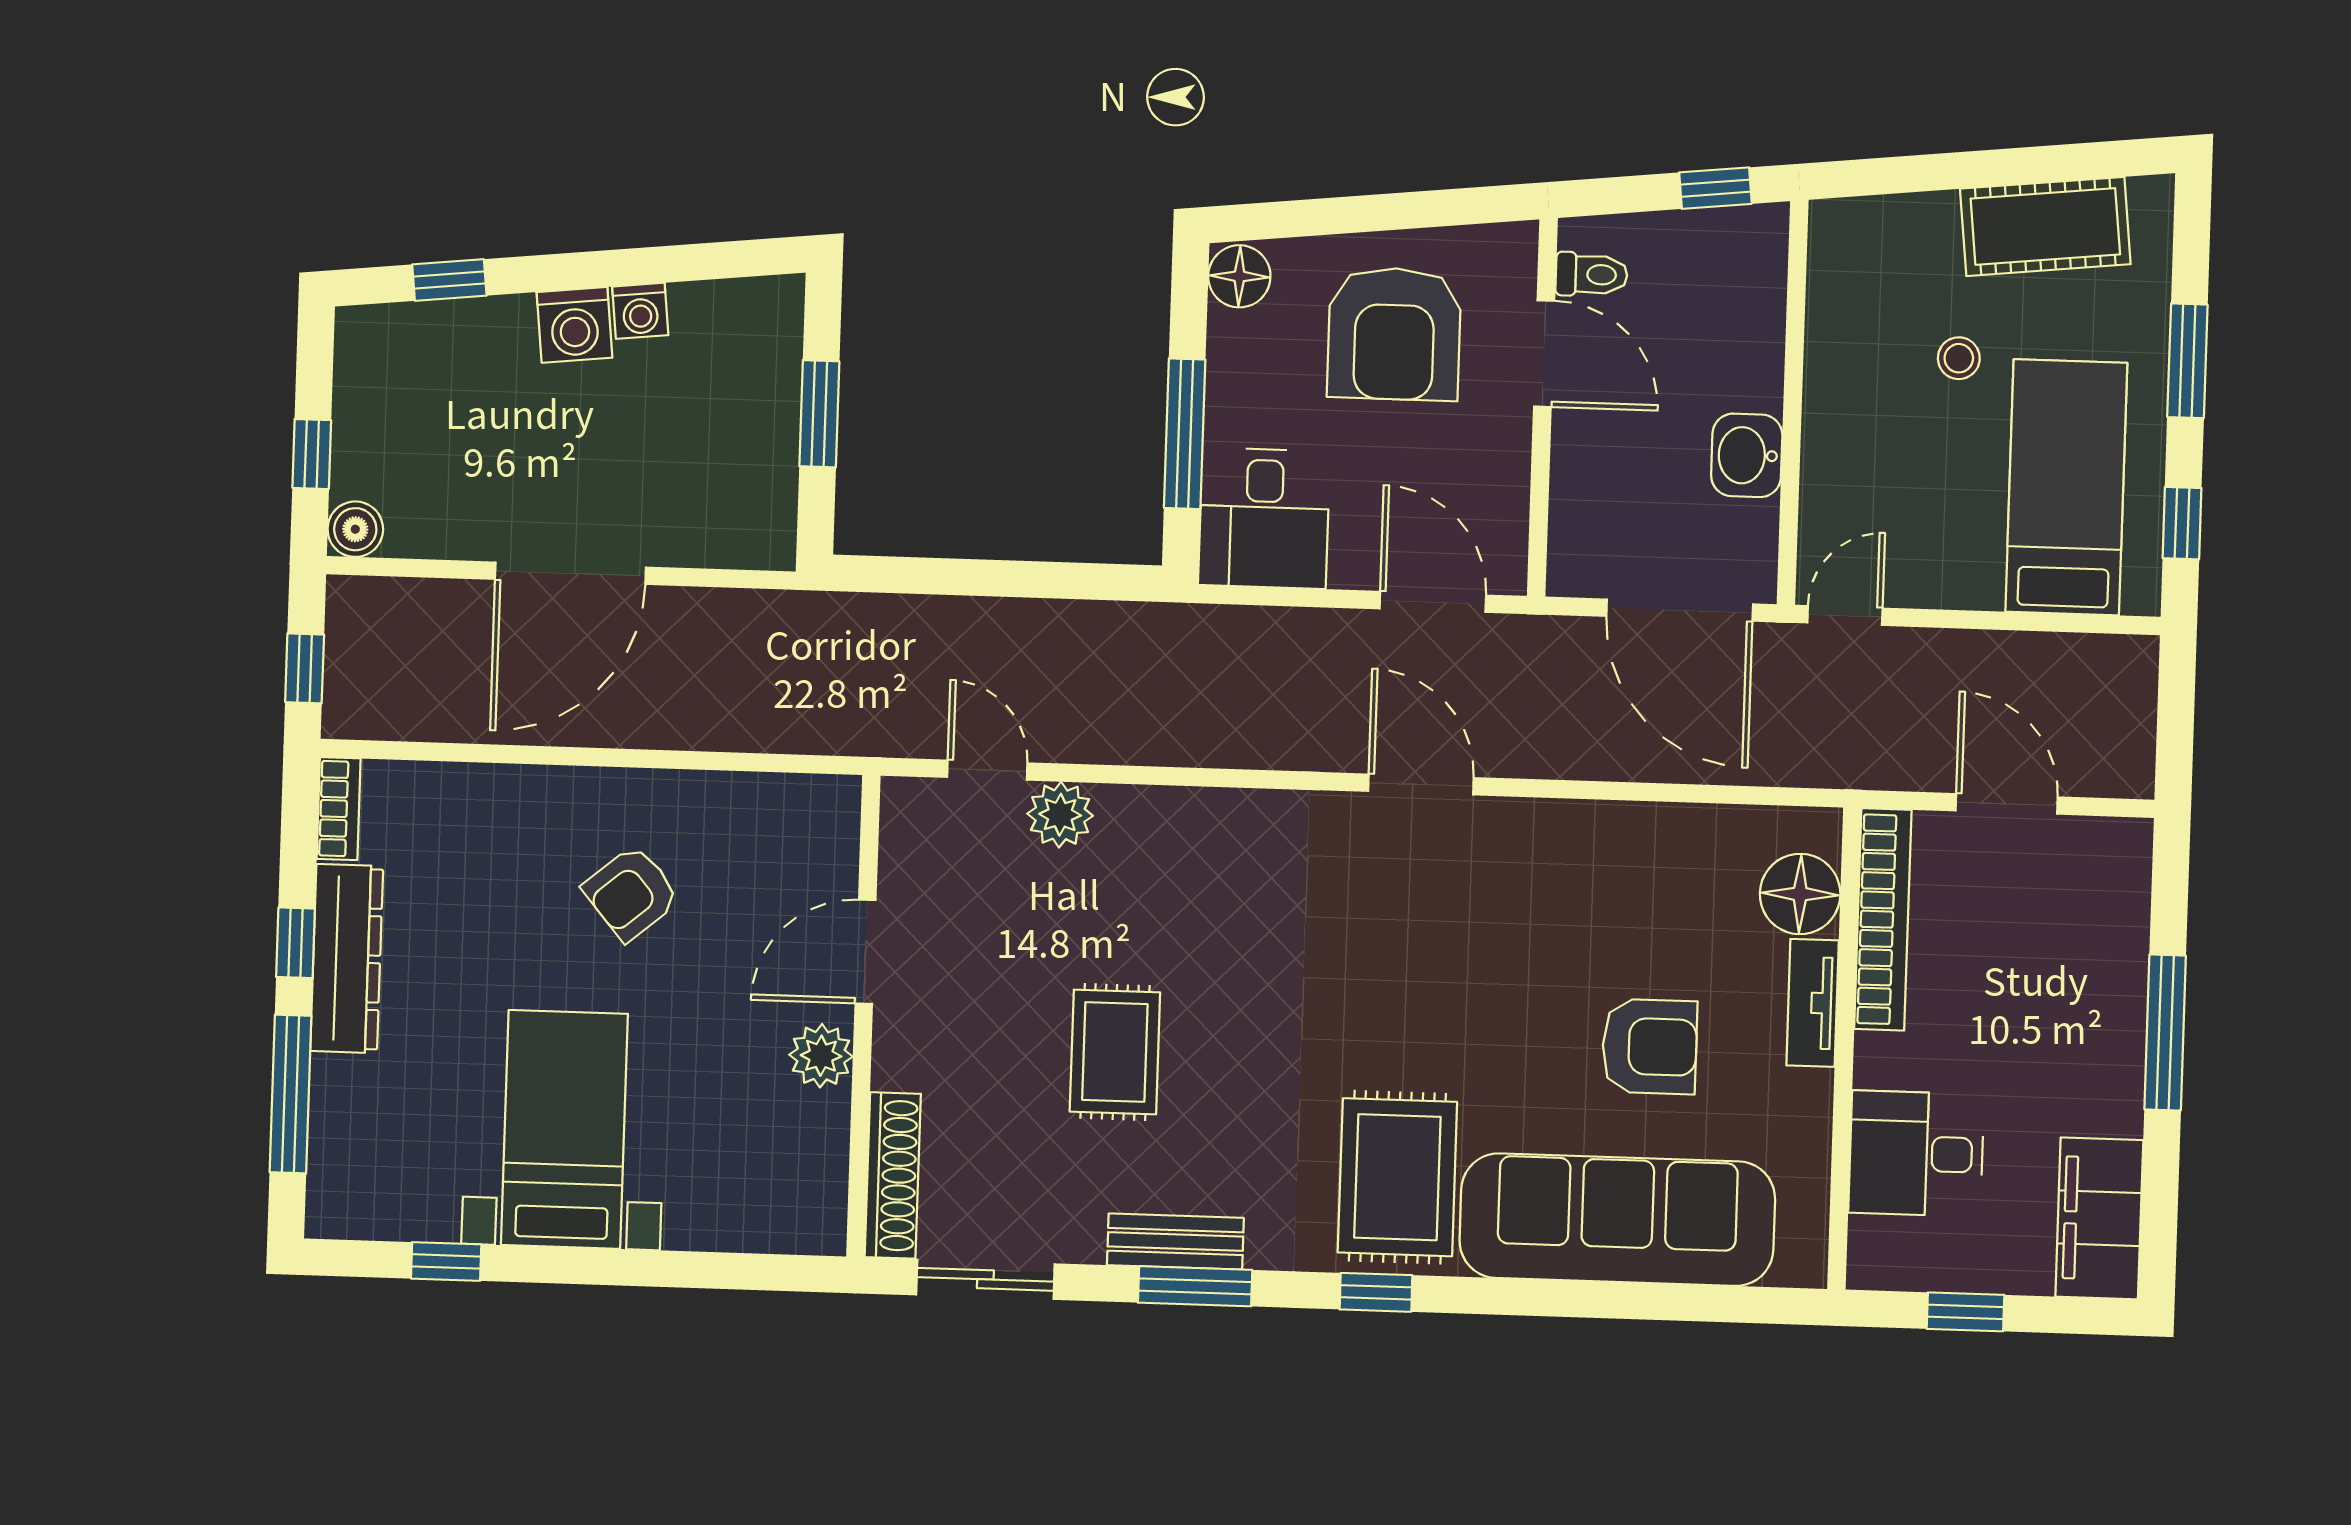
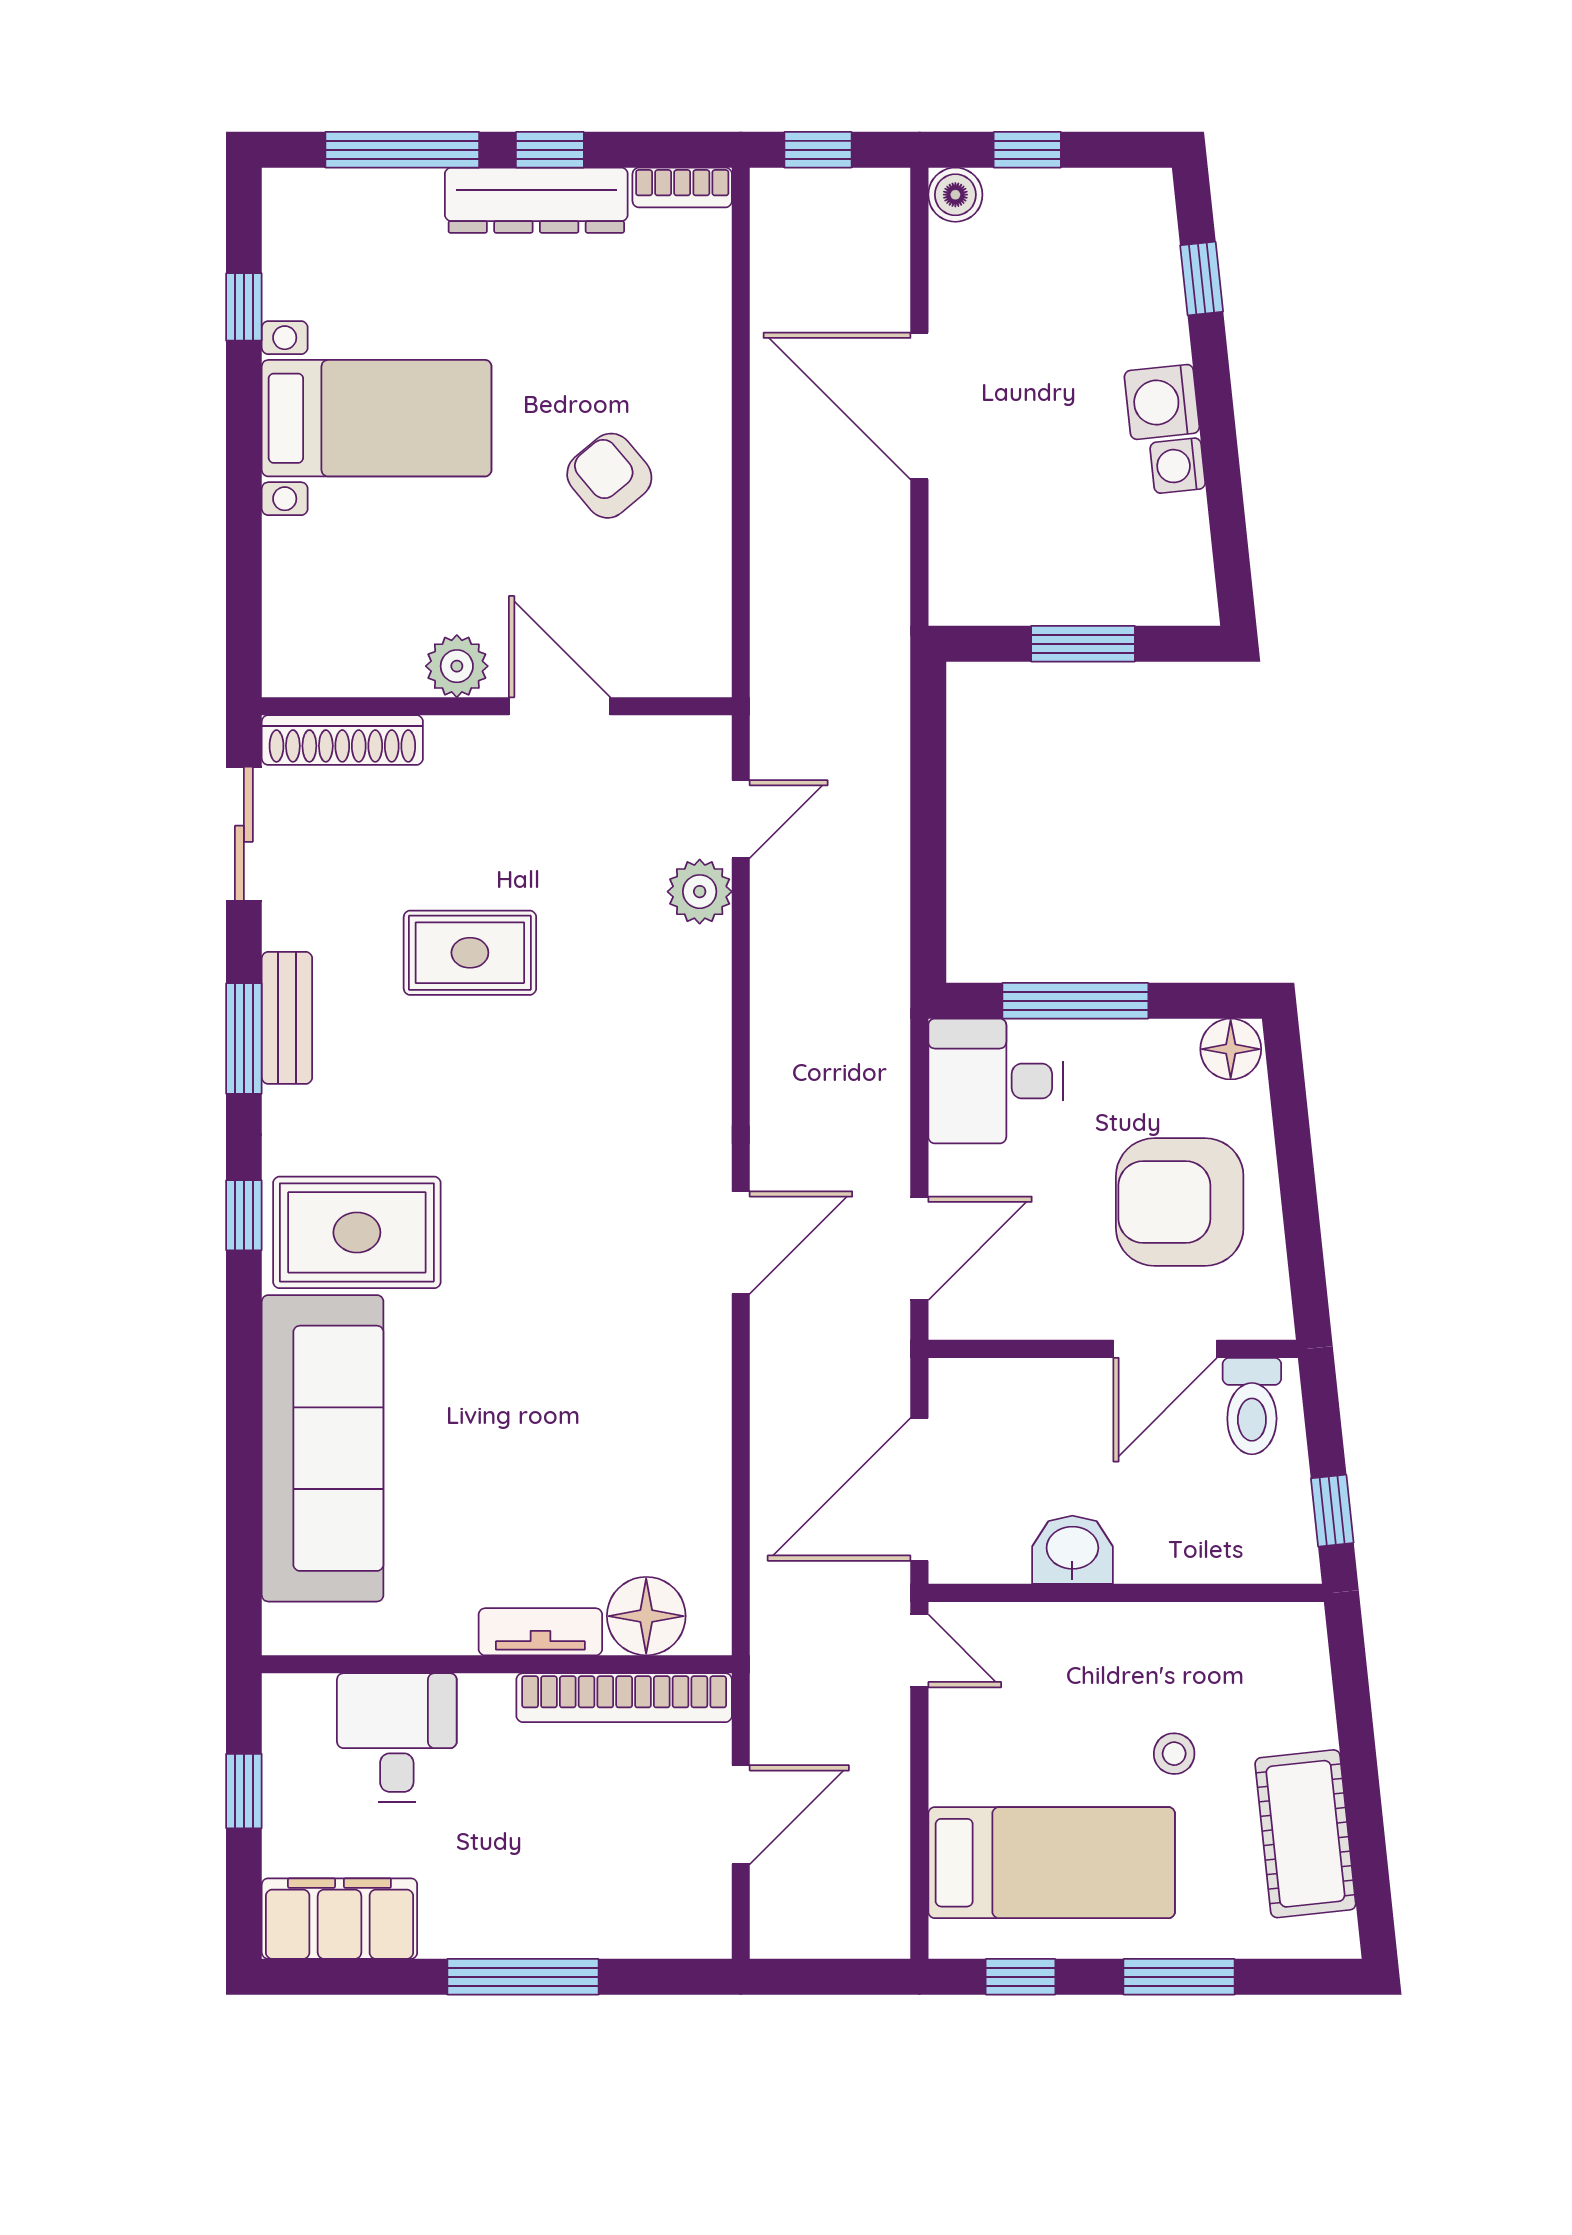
toilet: (1592, 274) -> (1252, 1406), width x1.37, depth x1.39
armchair: (1650, 1046) -> (493, 1474), removed

